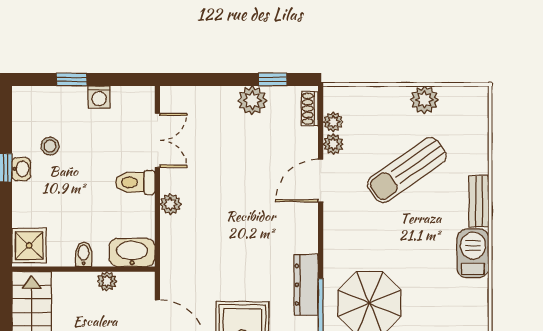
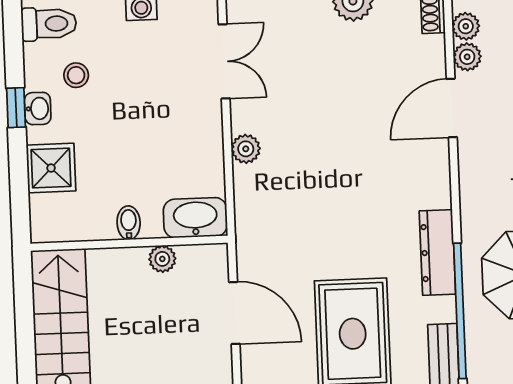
toilet: (135, 182) -> (49, 24), moved, turned 180
shower: (29, 246) -> (51, 168), moved

